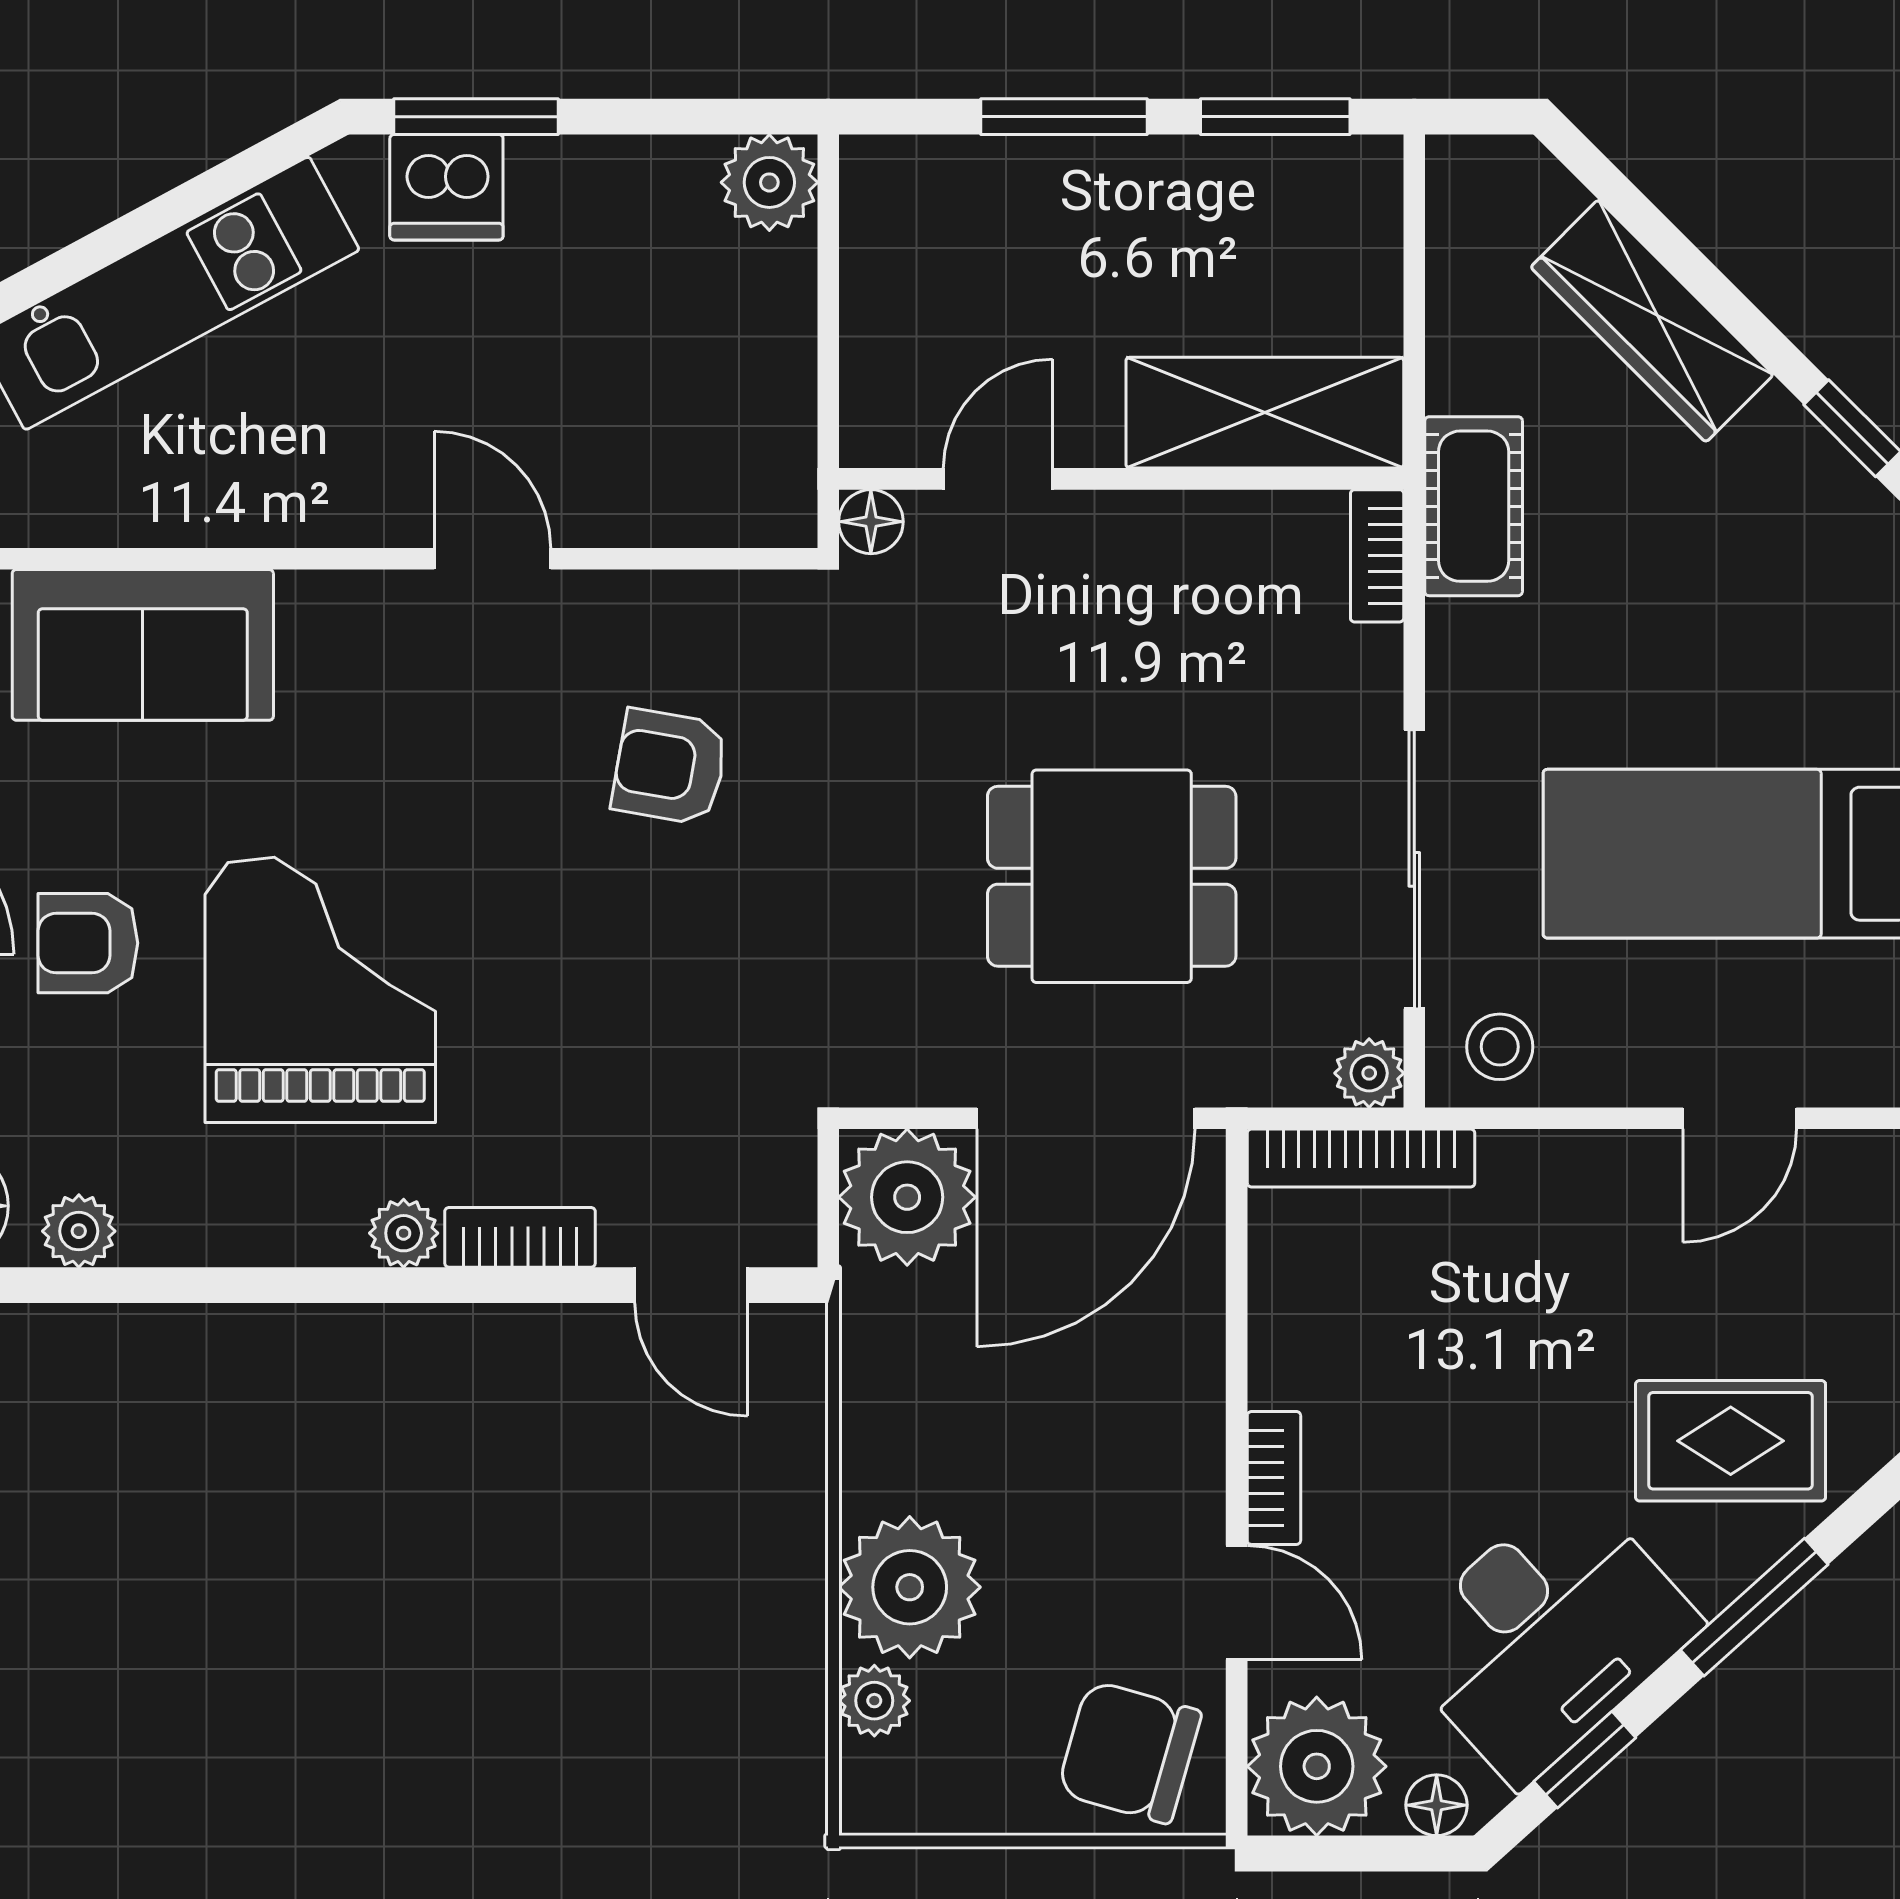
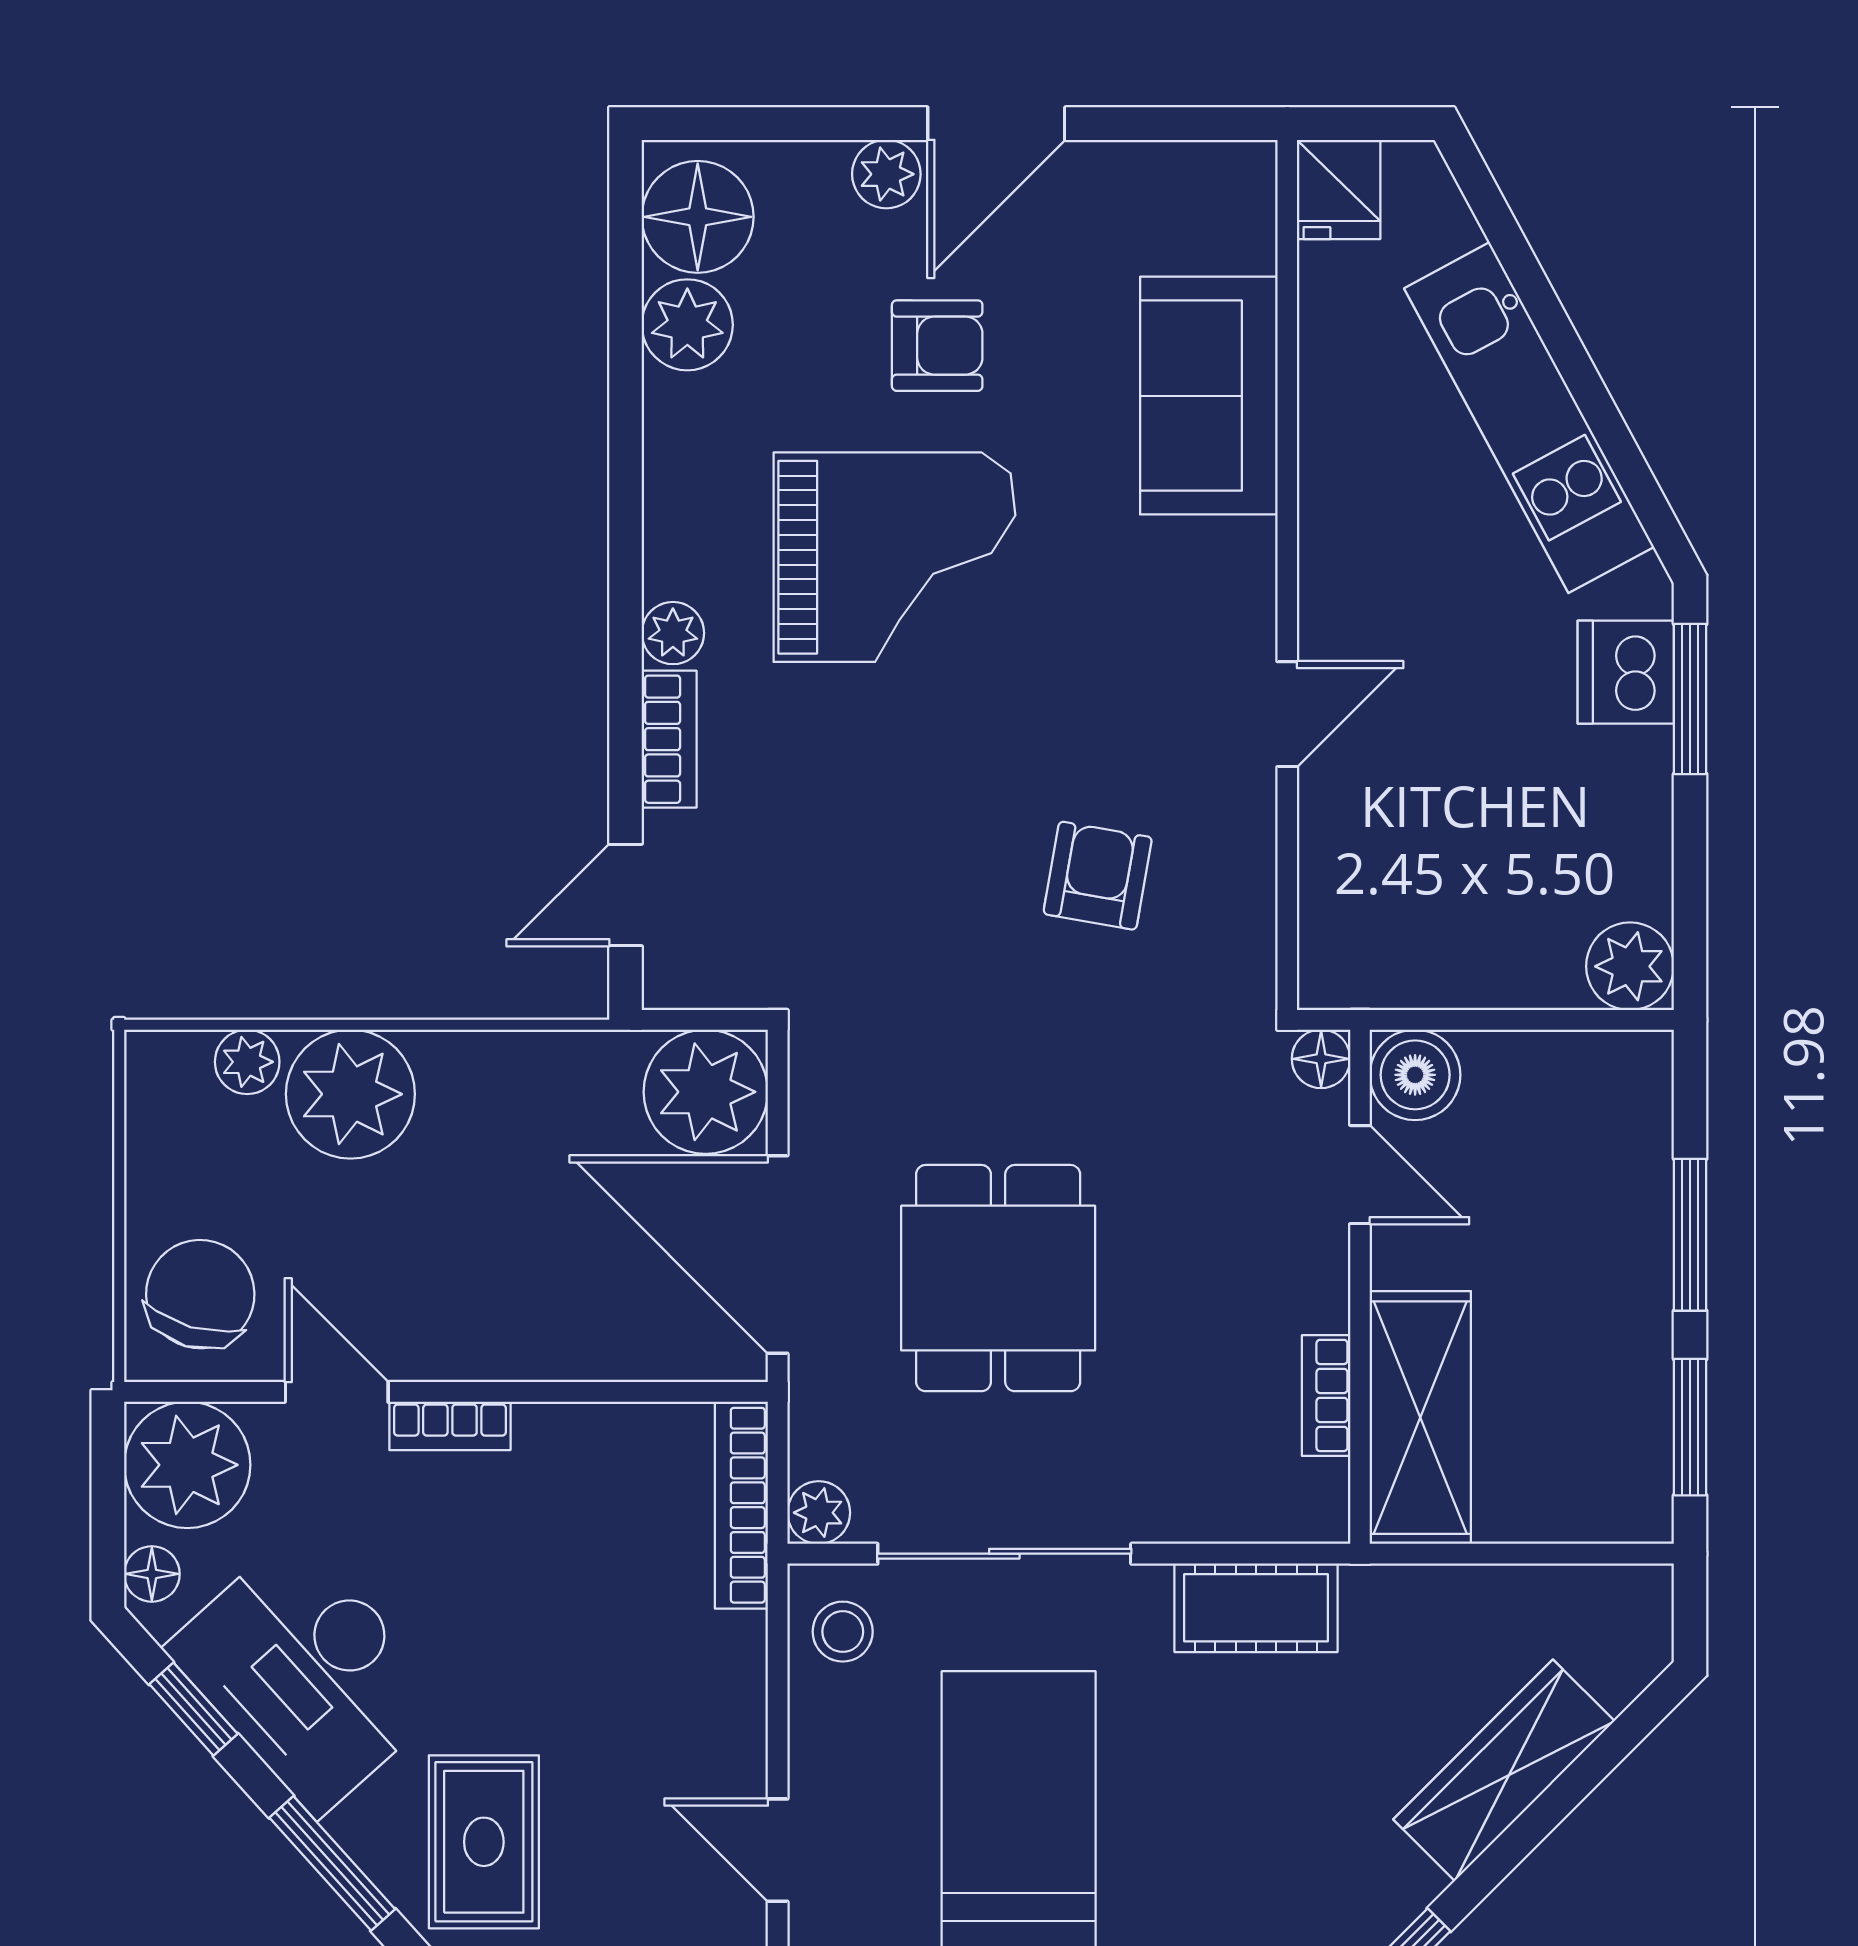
boiler: (889, 418) -> (1415, 1075), added
cot: (1474, 506) -> (1256, 1608), moved
bookcase: (1377, 556) -> (1326, 1395), moved, turned -90
armchair: (88, 943) -> (937, 346), turned 90
plant: (79, 1231) -> (687, 325), width x1.38, depth x1.38
door: (1237, 1602) -> (337, 1392), swing flipped

